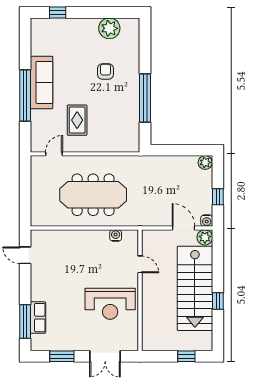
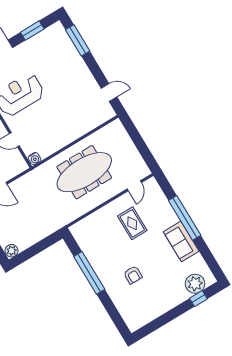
plant: (109, 28) -> (195, 284), moved
sofa: (42, 82) -> (181, 241), width x0.73
water cooler: (116, 235) -> (34, 159), moved
row of seats: (38, 318) -> (69, 50), removed

